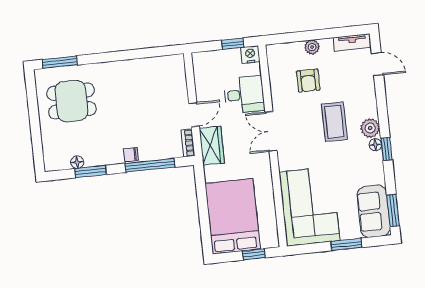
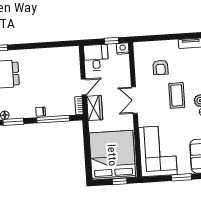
plant: (312, 47) -> (164, 45), removed
desk: (244, 95) -> (96, 58), moved, turned -90
bed: (233, 216) -> (112, 155), width x1.36

